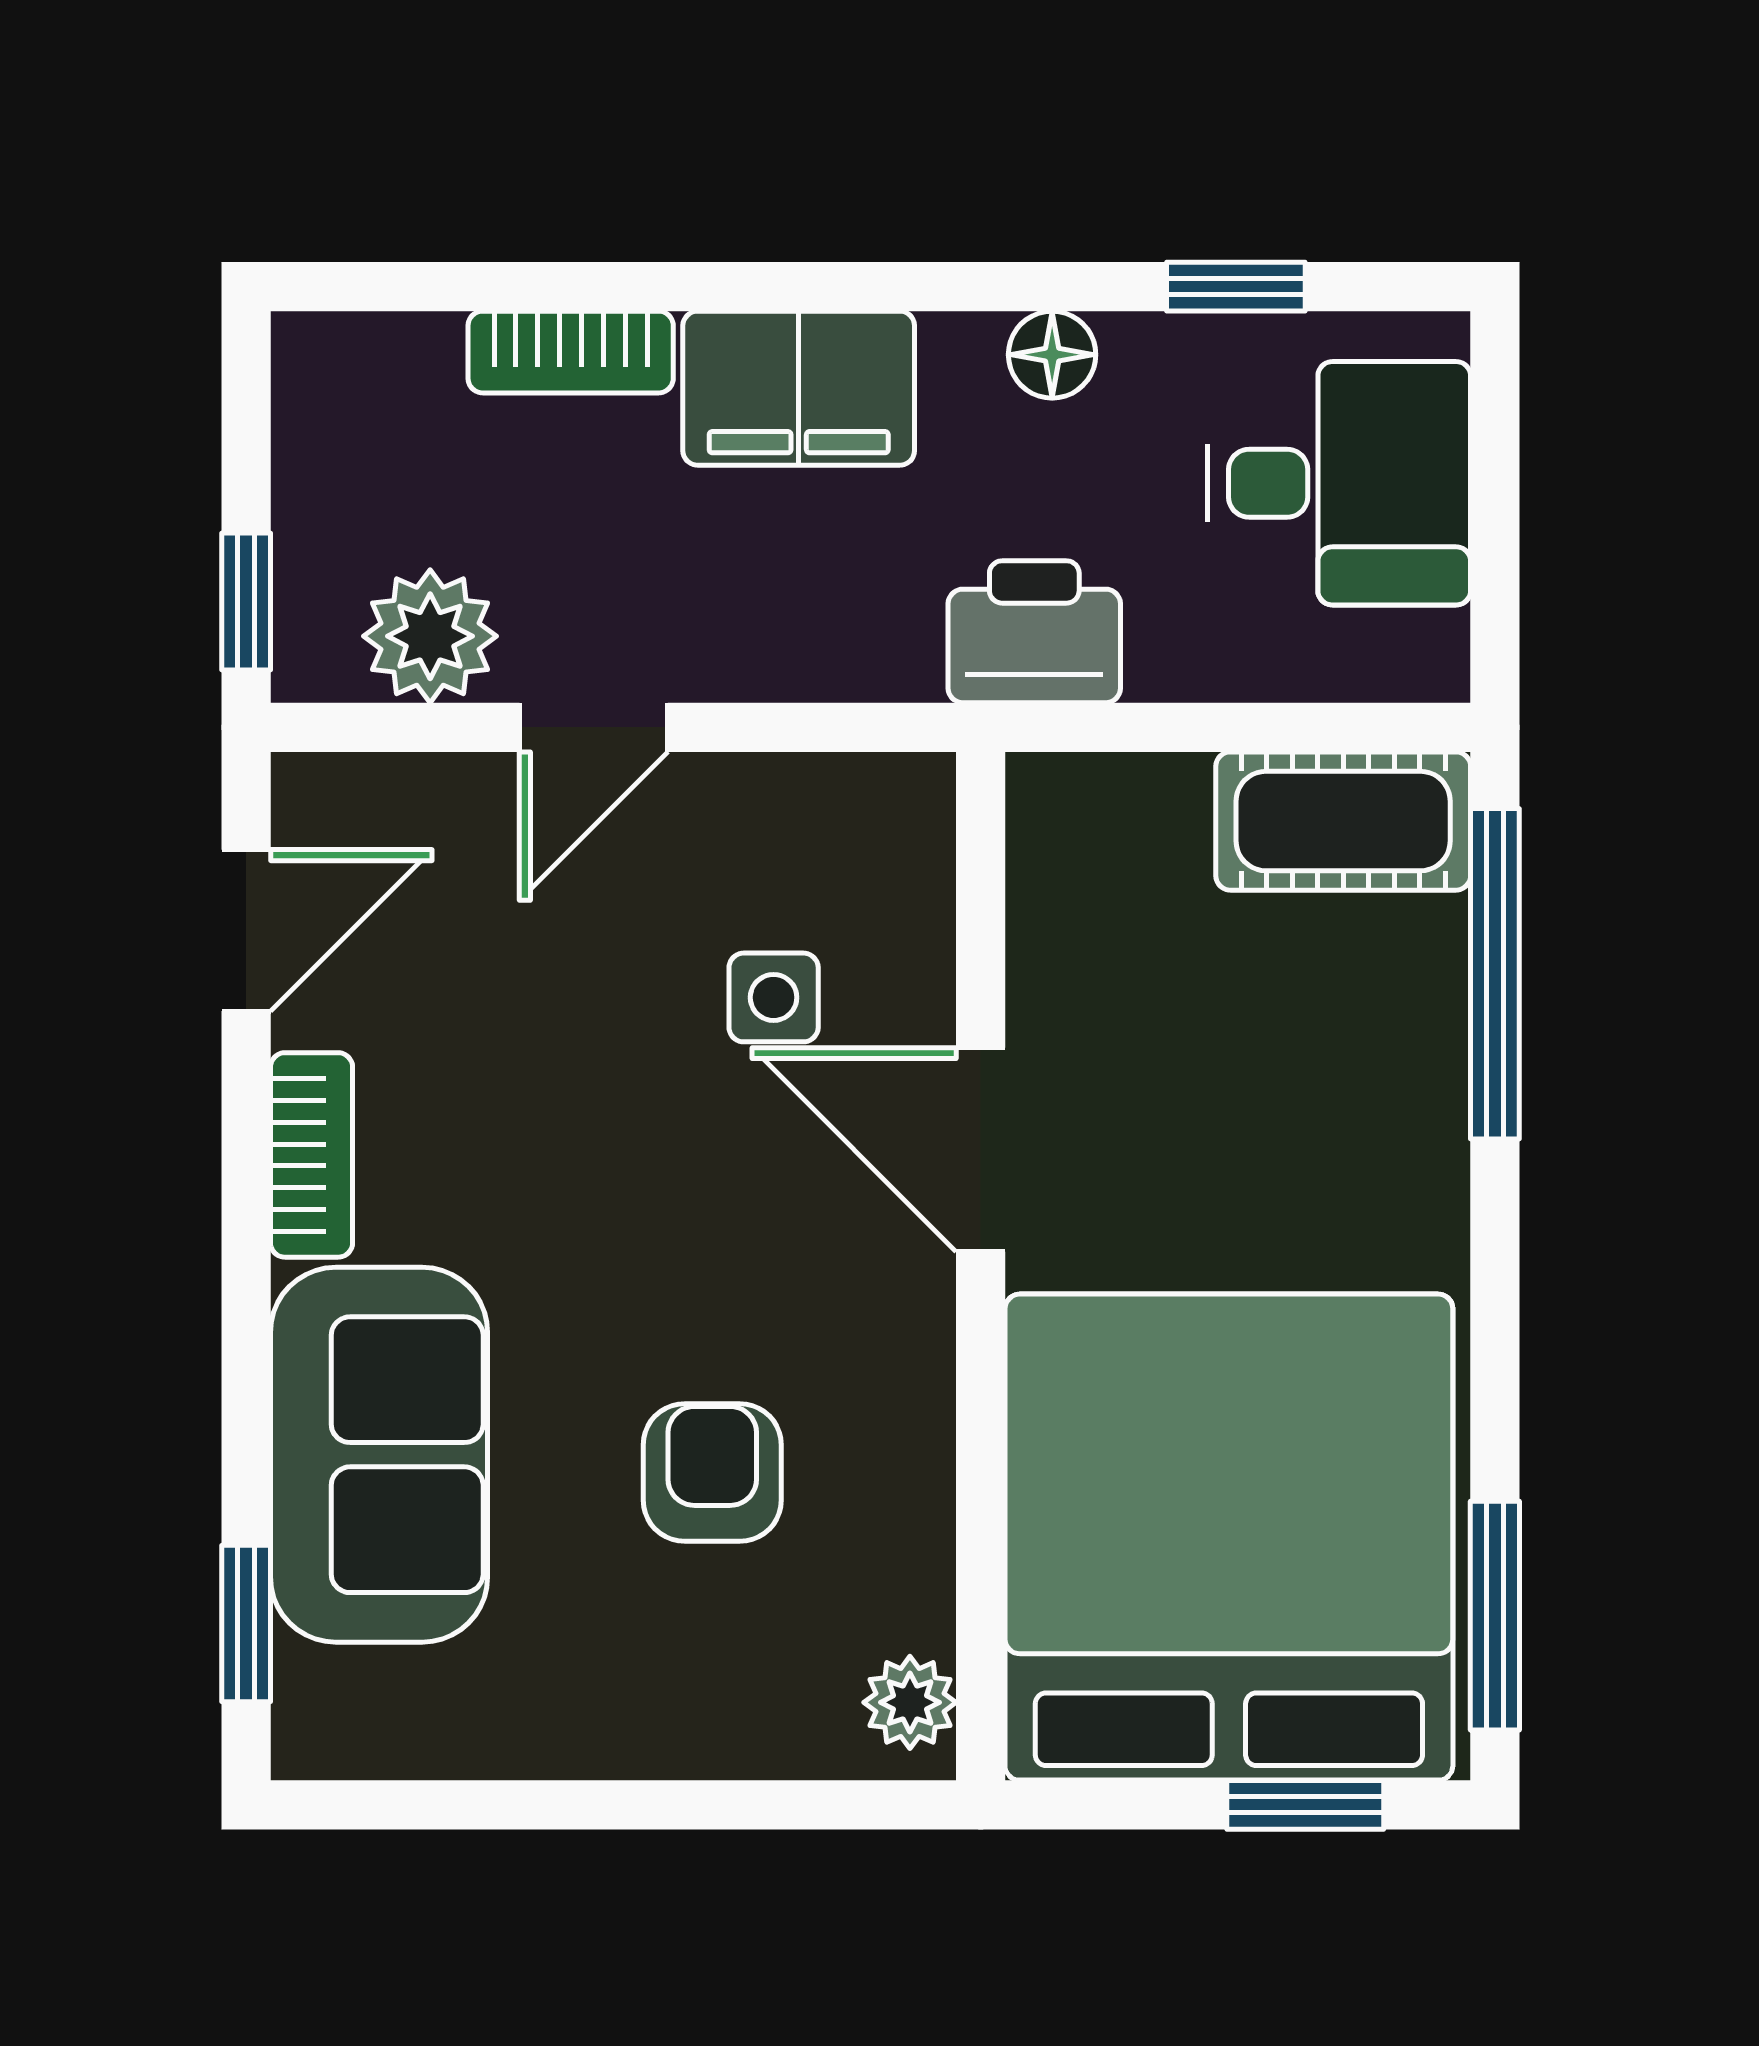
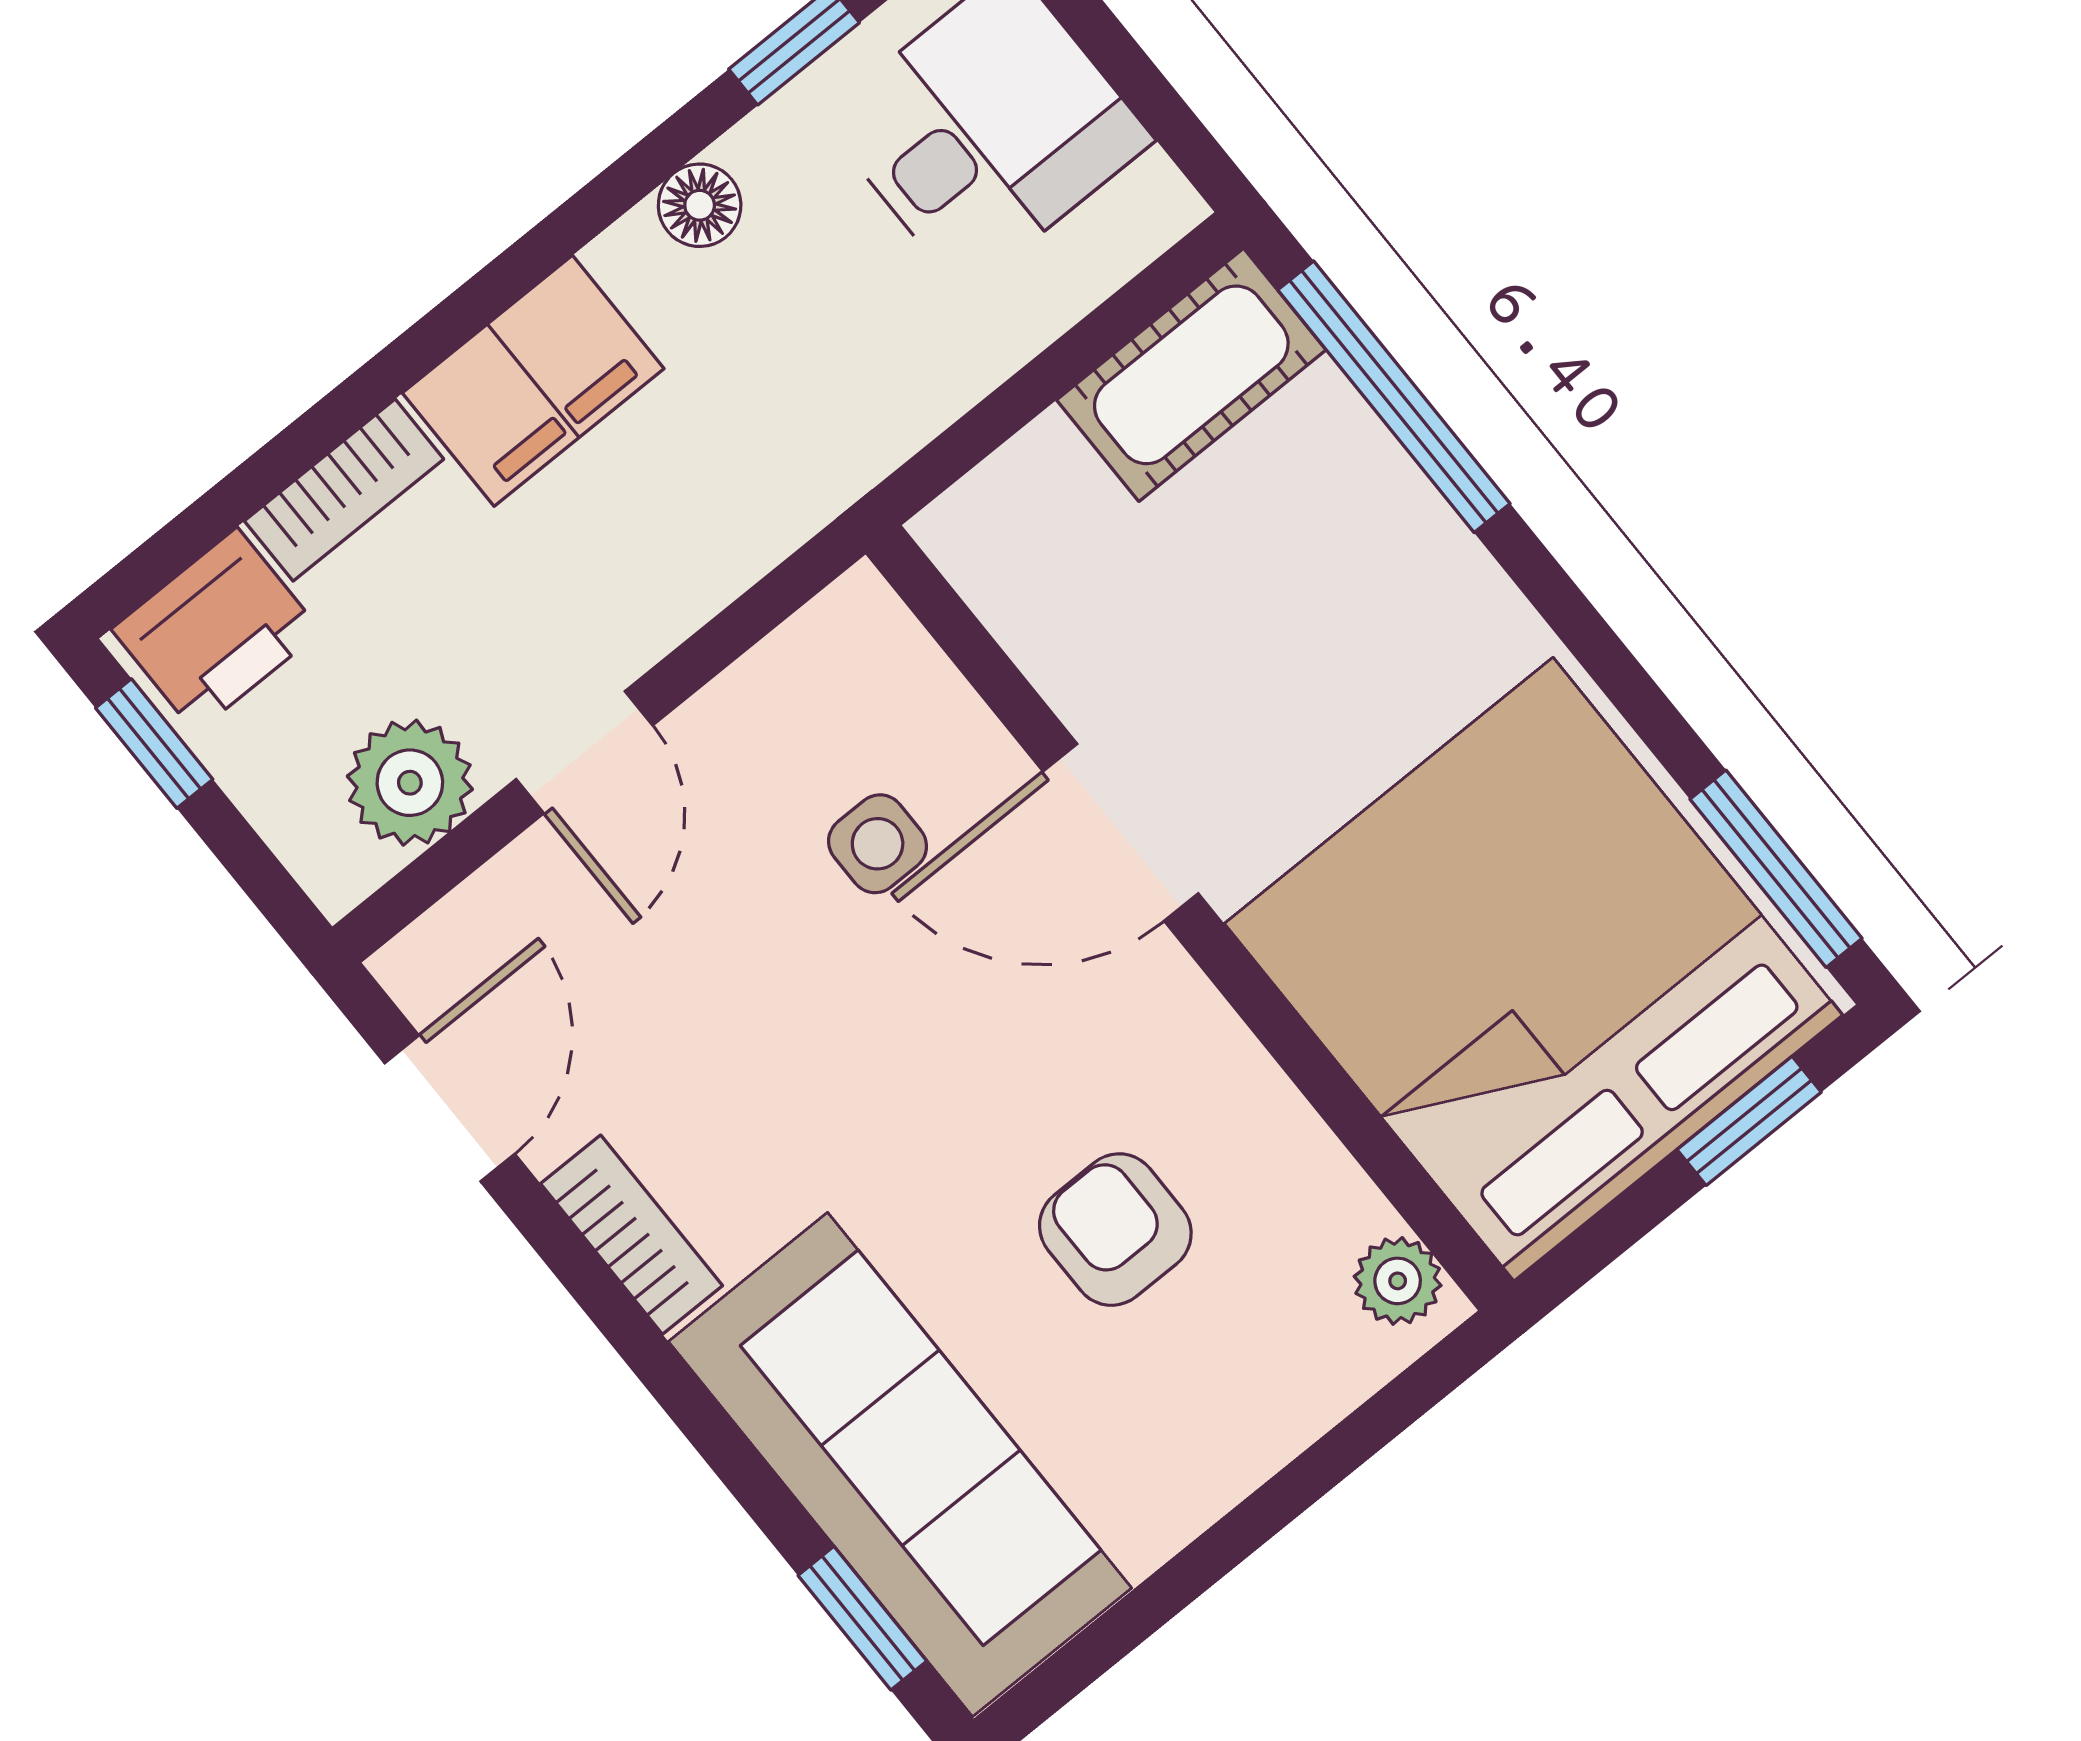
window: (246, 602) -> (154, 744), moved
printer: (1034, 632) -> (216, 630), moved, turned 180
sofa: (379, 1455) -> (900, 1465), width x1.36

